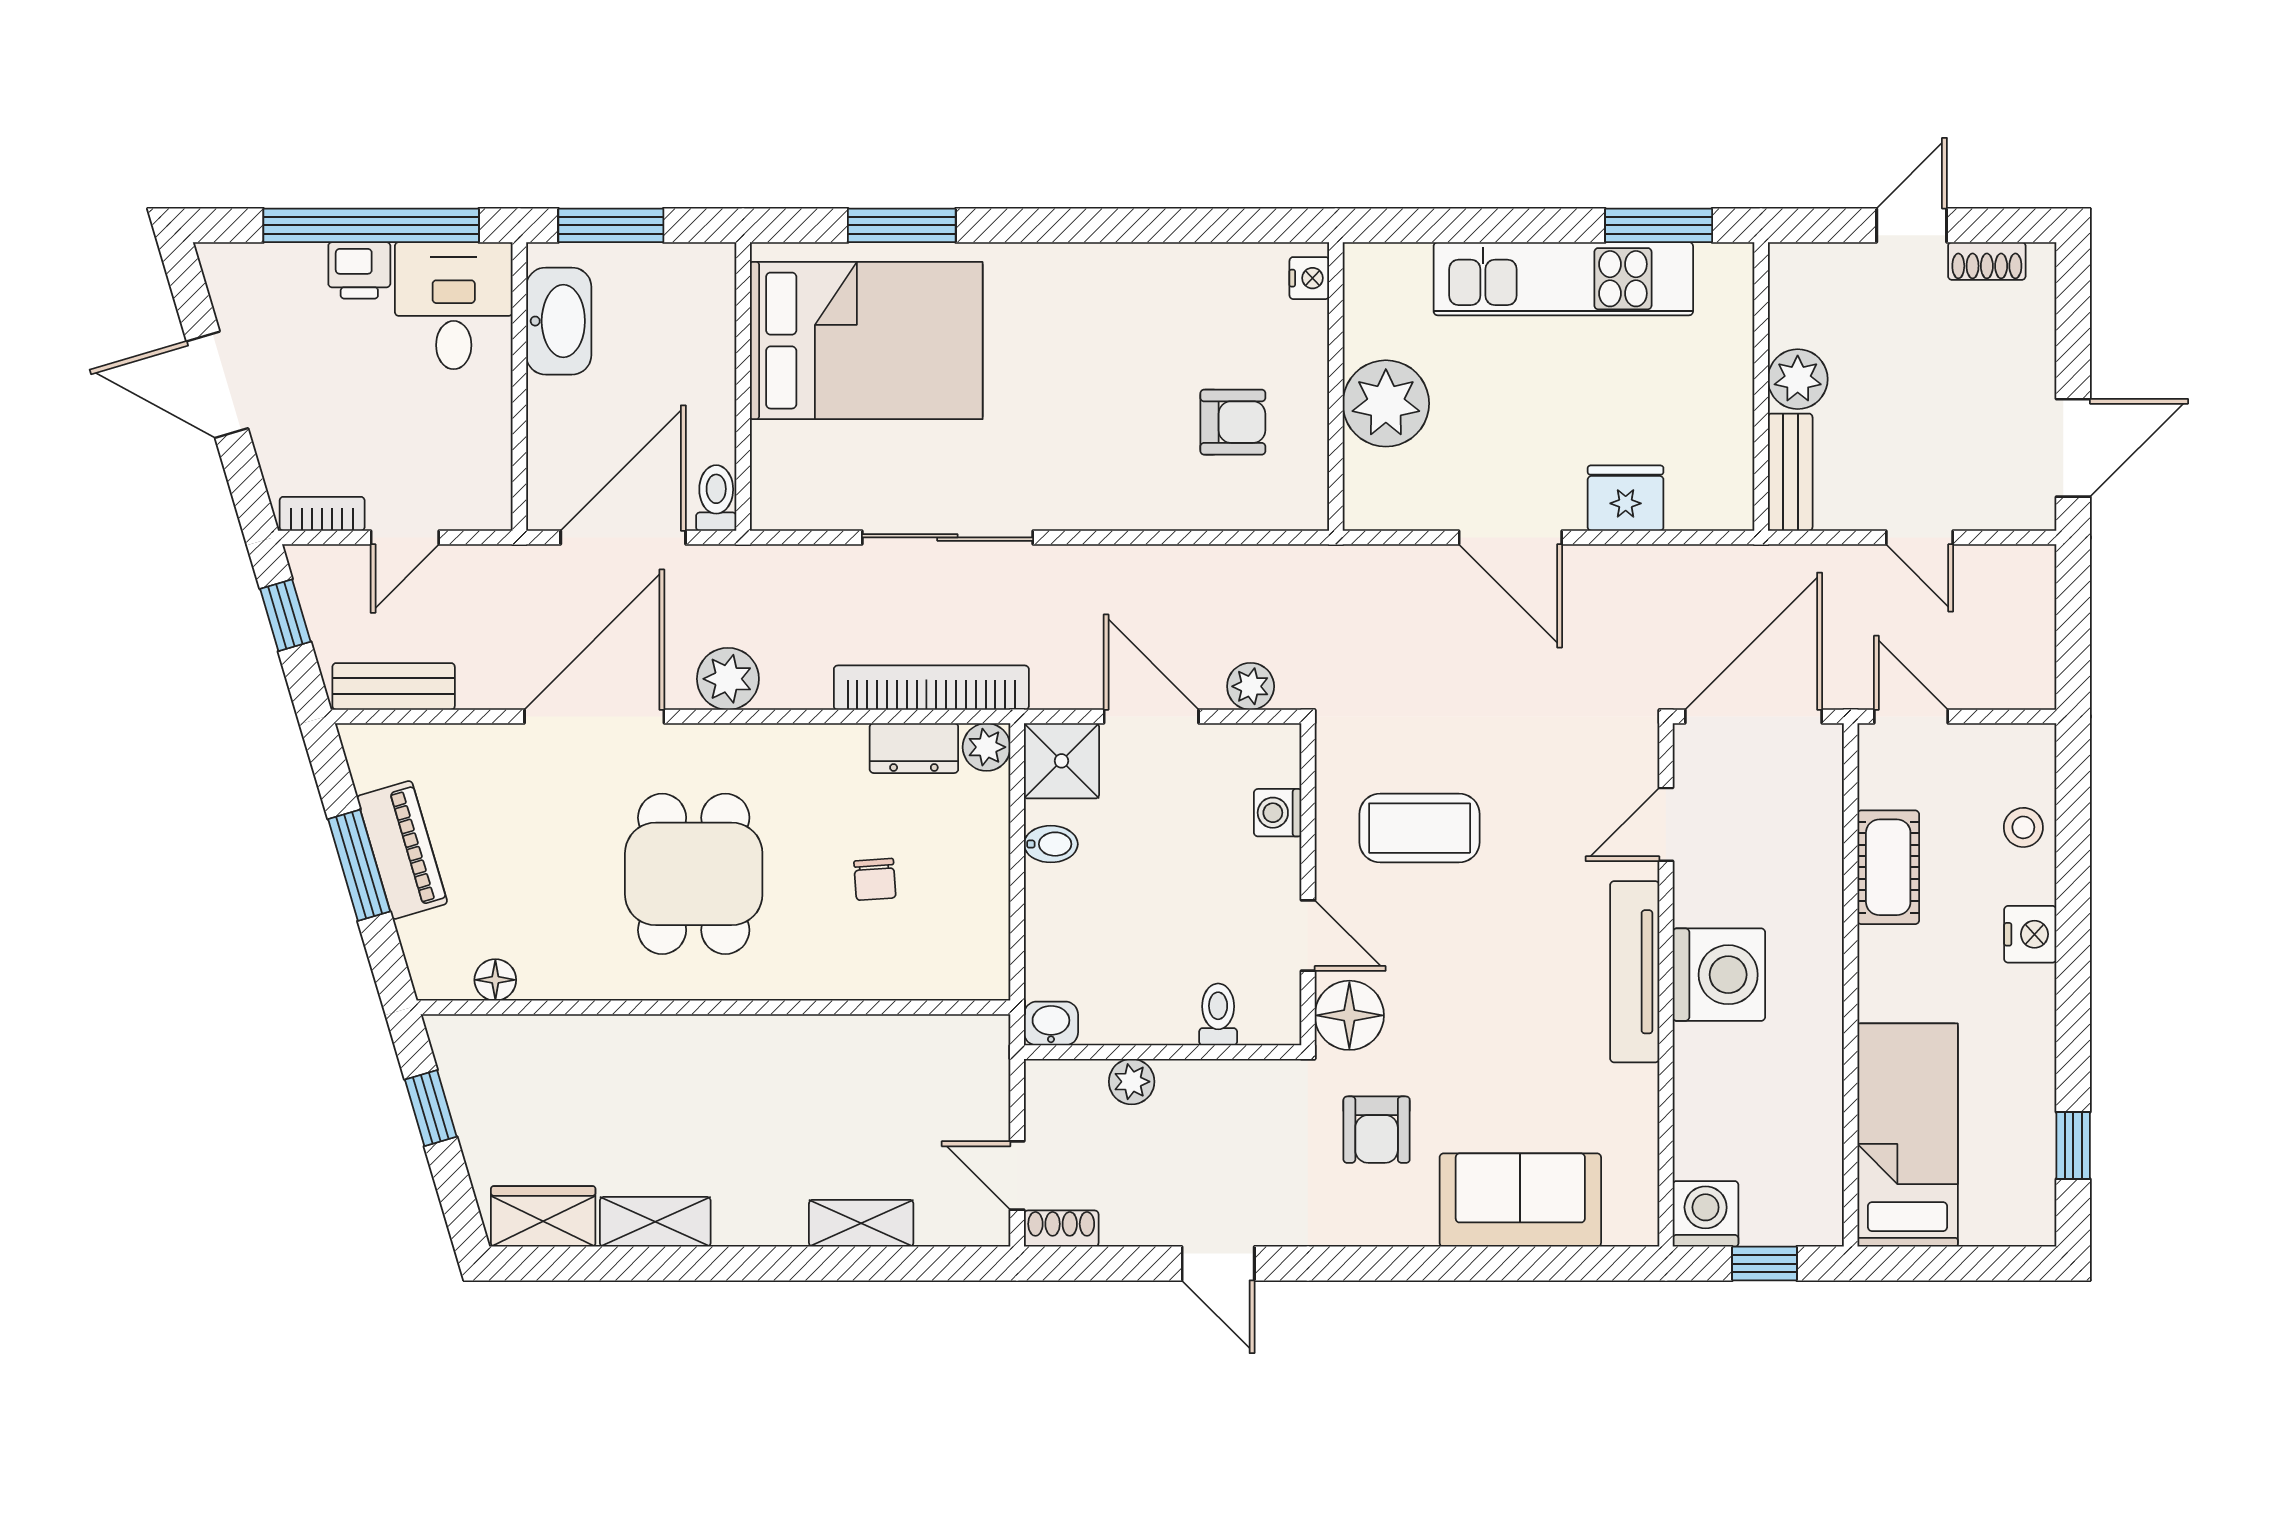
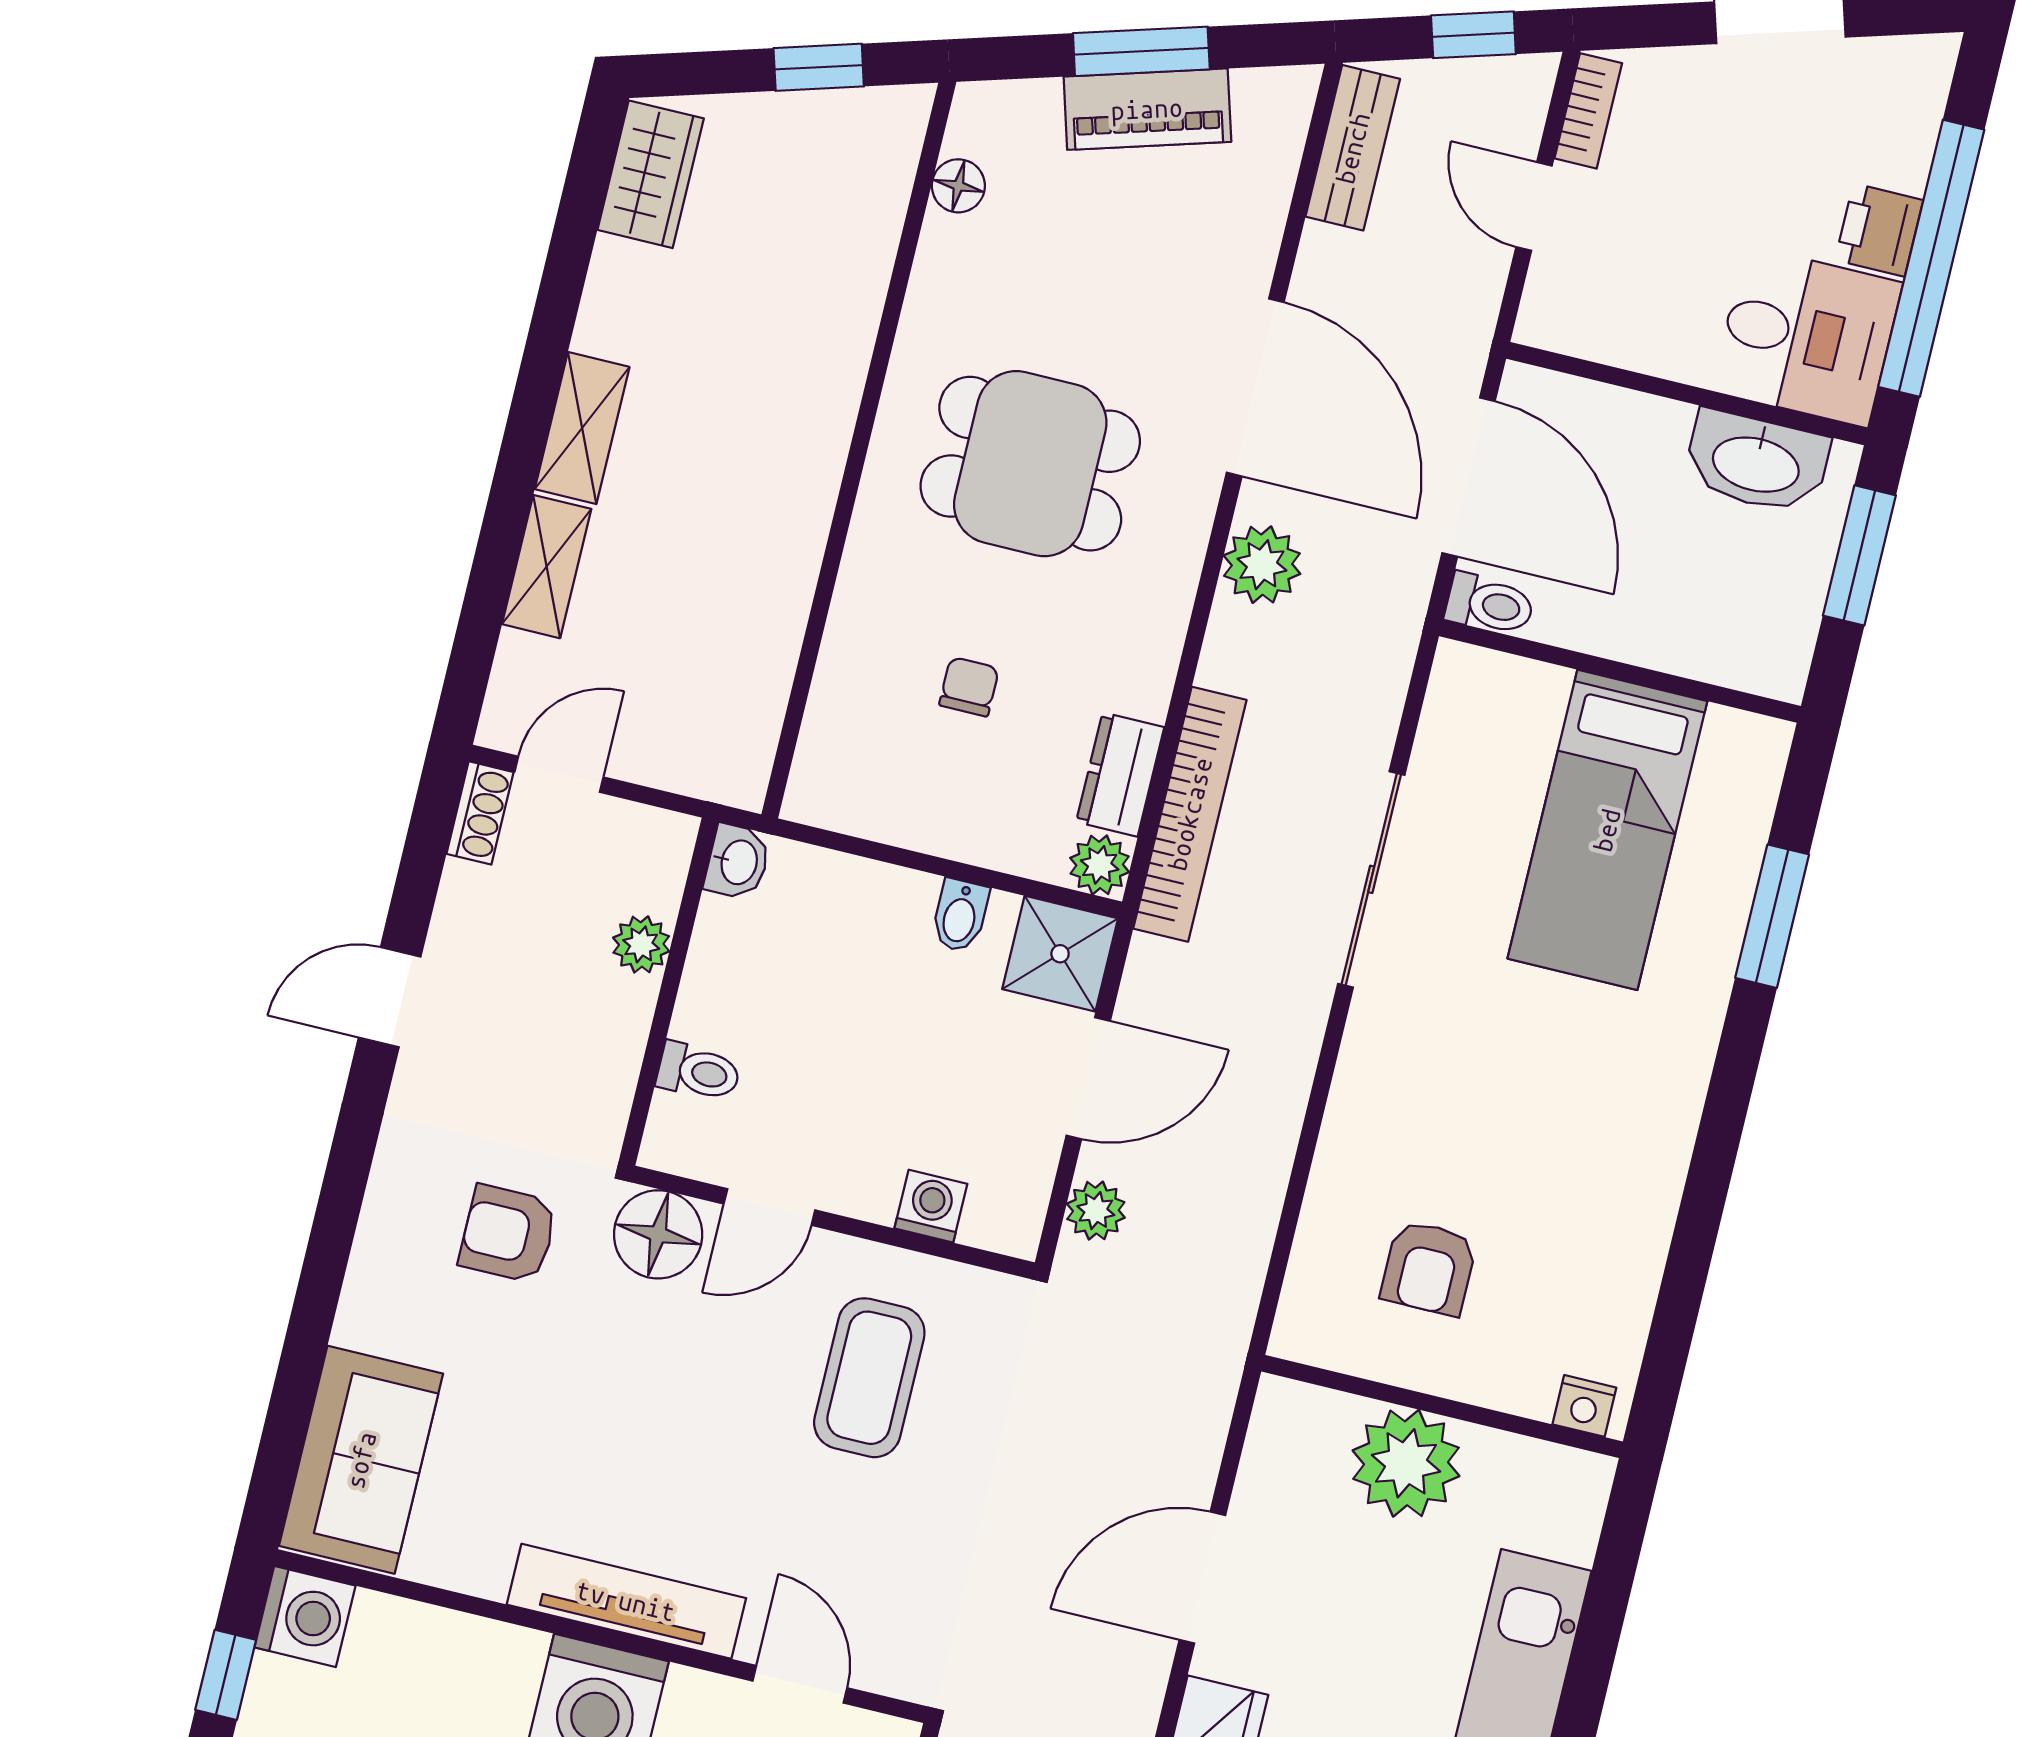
bed: (866, 341) -> (1607, 830), width x0.67
chair: (875, 879) -> (969, 687), turned 94
sofa: (1520, 1200) -> (361, 1460), moved
shelving: (655, 1222) -> (582, 428), moved

